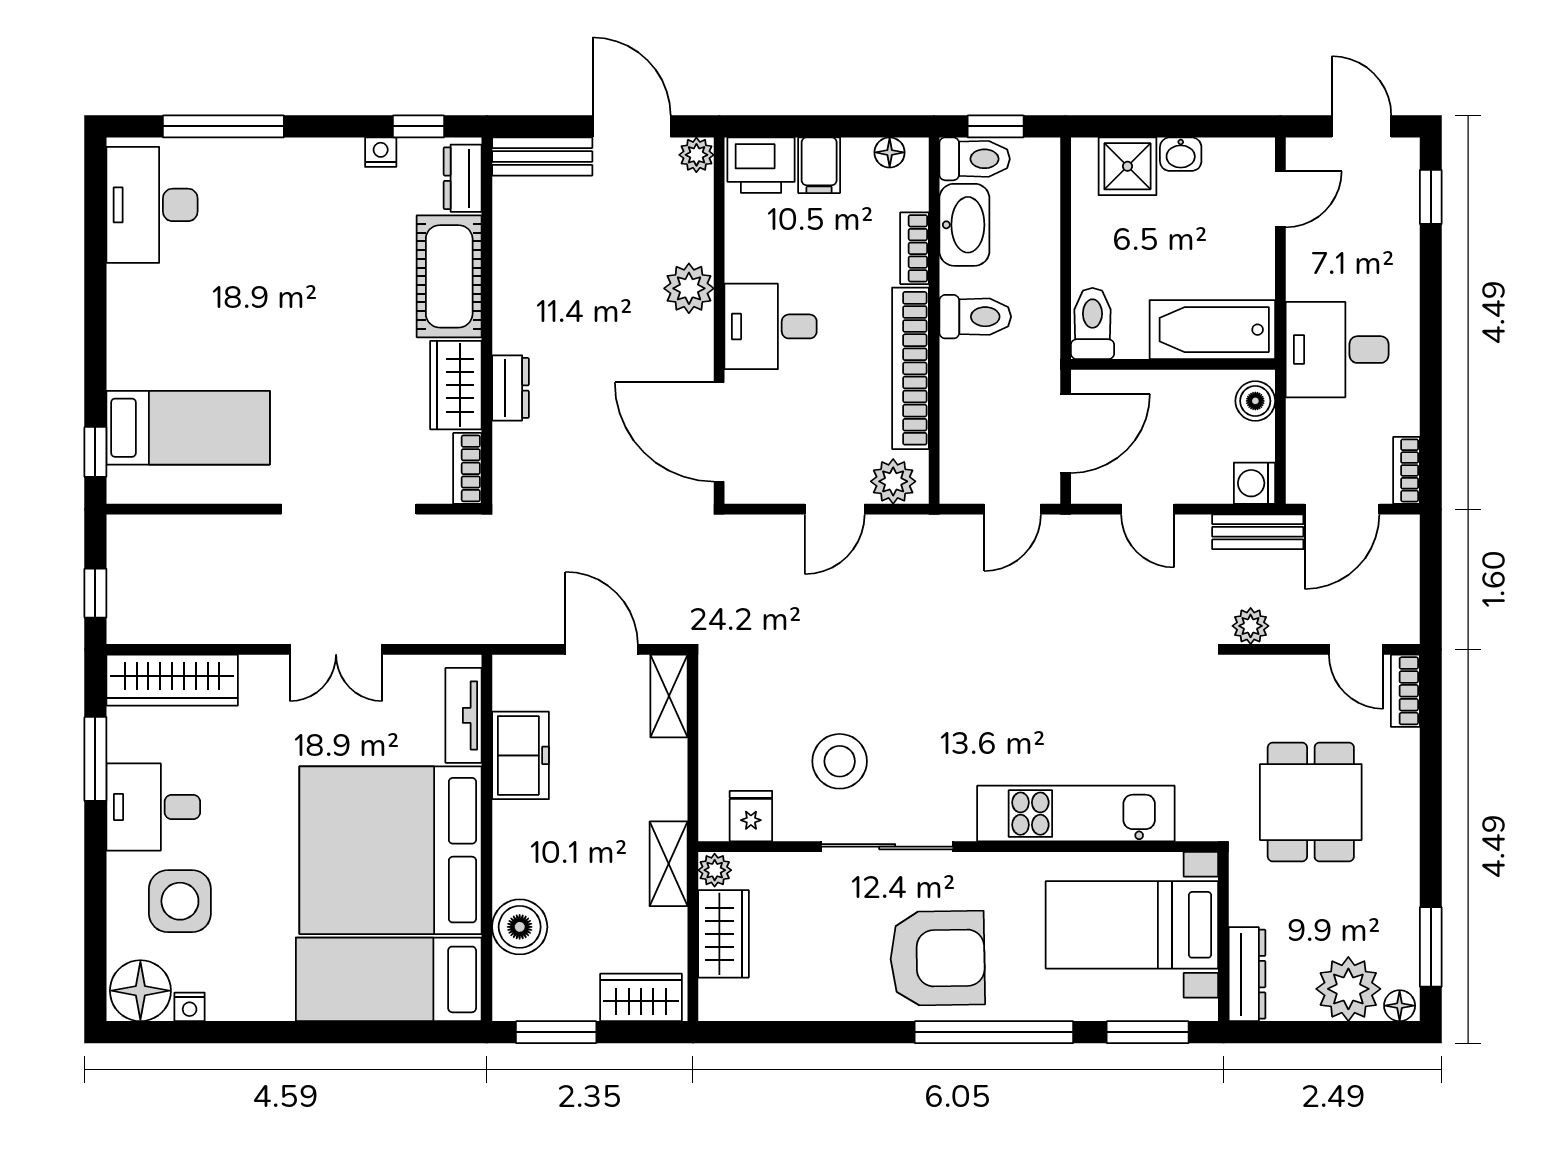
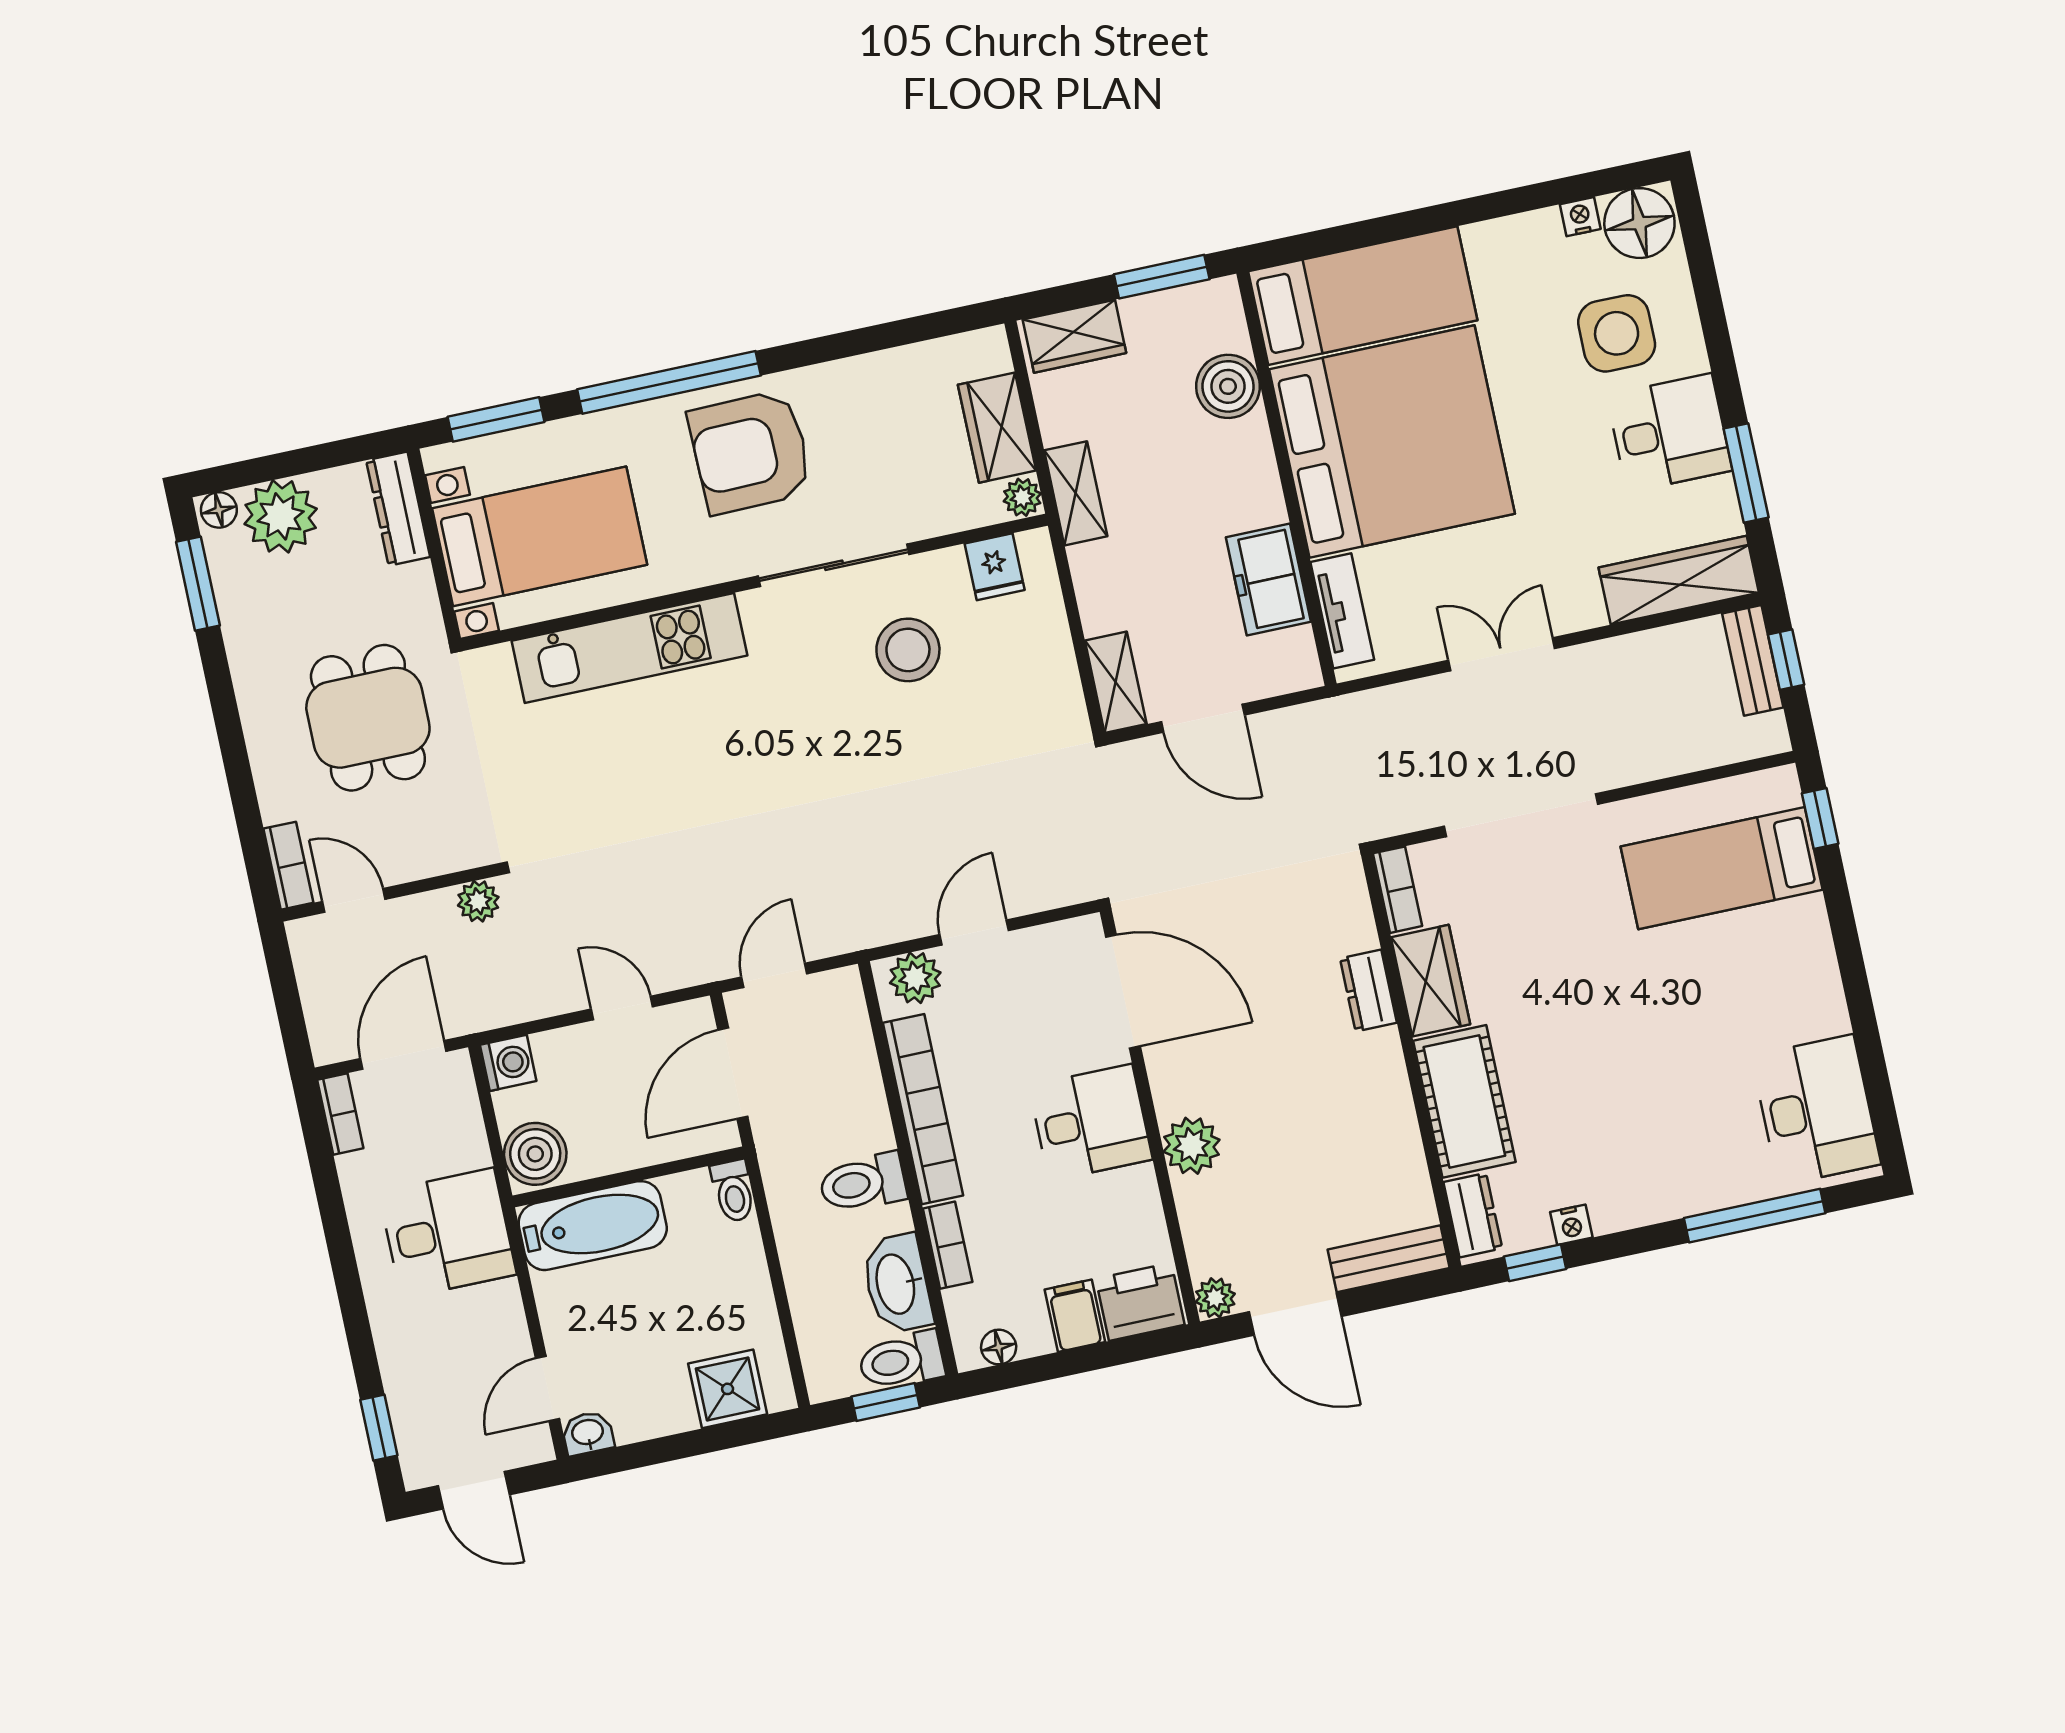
washbasin: (1181, 154) -> (588, 1433), moved
toilet: (1092, 324) -> (733, 1191), width x0.73, depth x0.72
boiler: (1255, 401) -> (535, 1154), width x1.36, depth x1.36
bench: (1258, 532) -> (1753, 660), moved, turned 90

